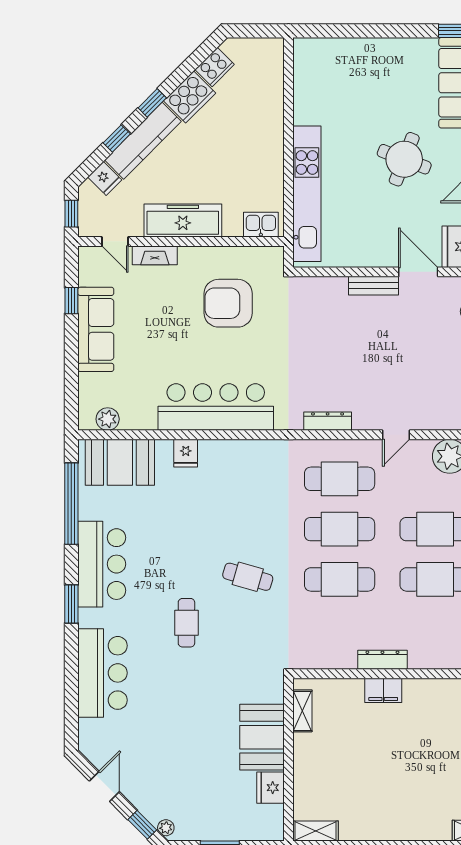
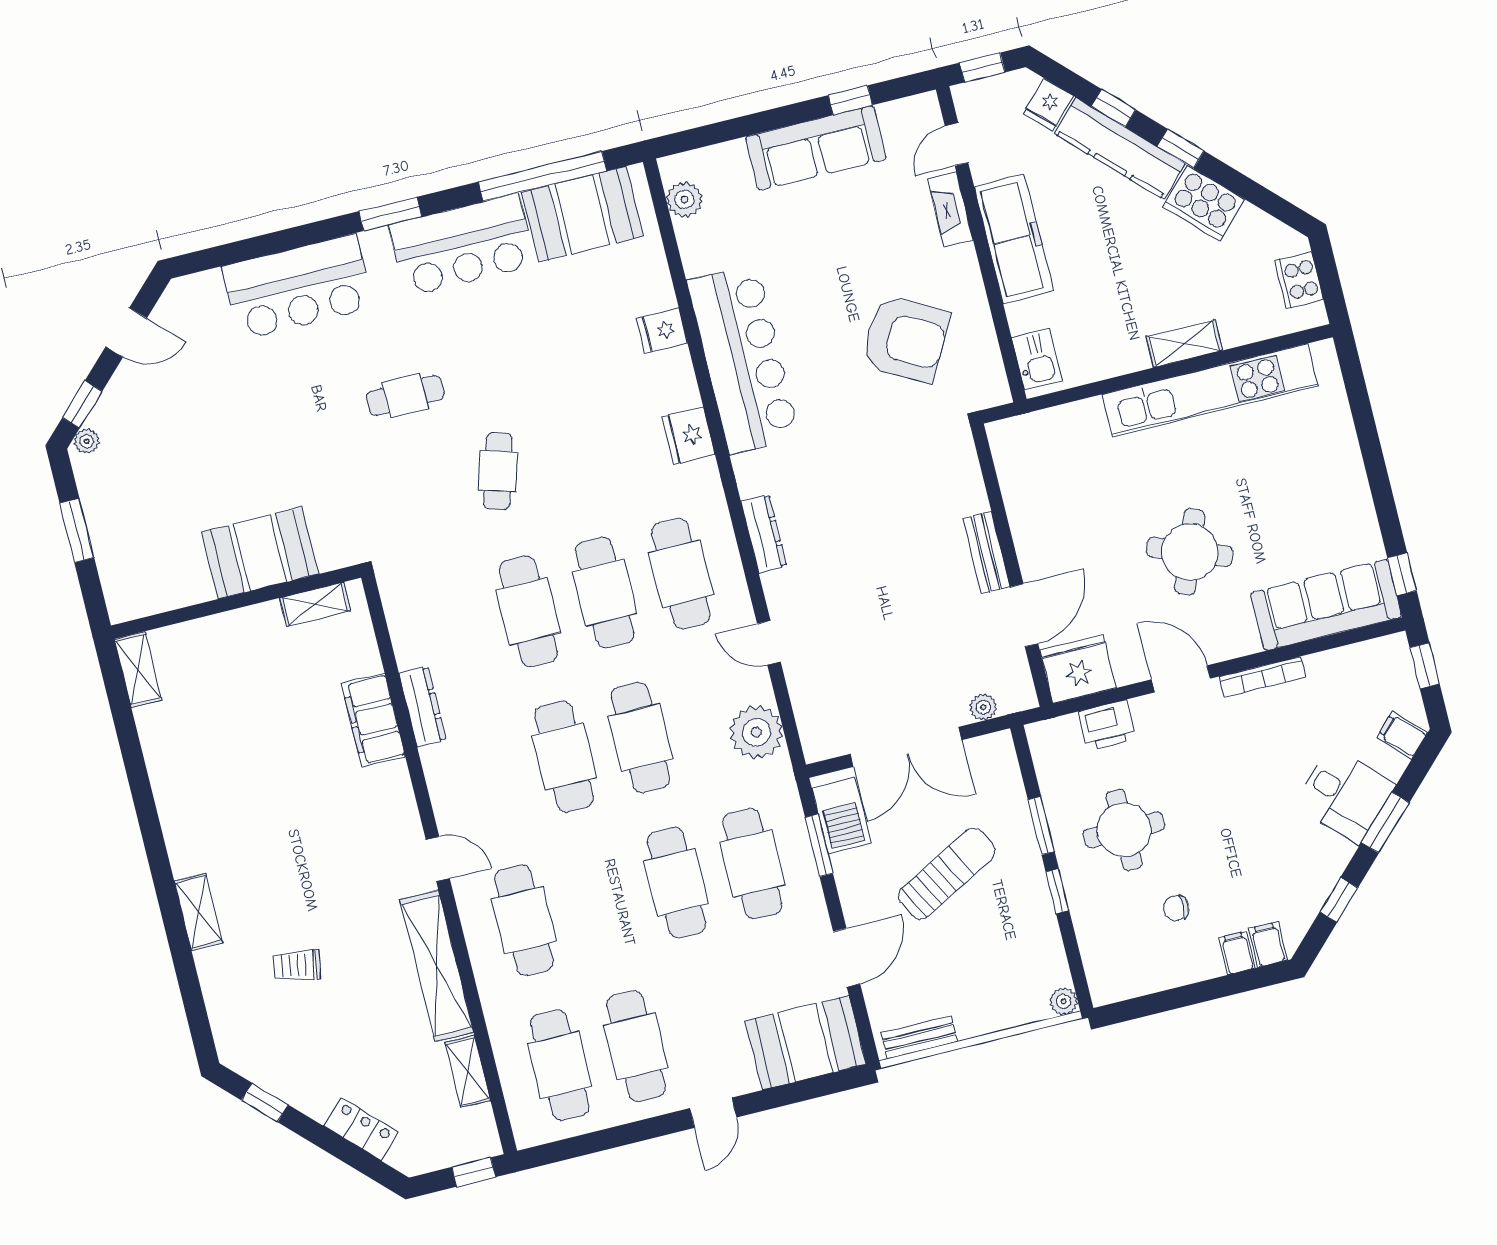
cooker: (215, 67) -> (1299, 280), moved, turned 45
shelving: (274, 131) -> (1184, 344), added
kitchen unit: (307, 194) -> (1210, 390), moved
armchair: (228, 303) -> (905, 339), turned 119
booth: (120, 462) -> (582, 214), moved, turned 90
filing cabinet: (383, 690) -> (373, 720), width x1.50, depth x1.17
fridge: (271, 788) -> (689, 436), moved, turned -90

